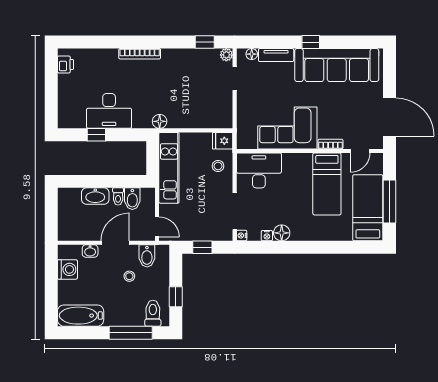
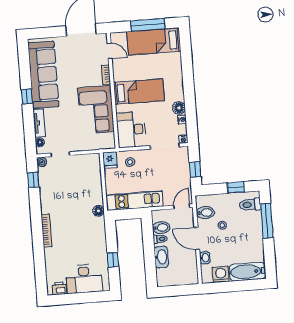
desk: (109, 111) -> (84, 279), moved, turned 90
bed: (327, 184) -> (139, 92), moved
bathtub: (81, 316) -> (247, 272), moved, turned 90

